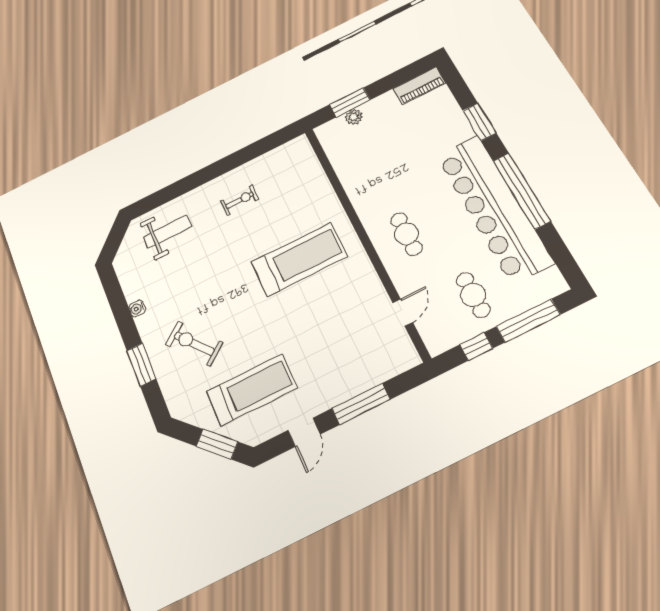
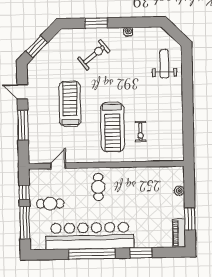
window: (350, 102) -> (190, 219), moved
exercise bike: (240, 200) -> (140, 132), moved
weight bench: (167, 232) -> (164, 64), turned 180
cafe table: (406, 234) -> (98, 187), turned 90
door: (403, 313) -> (58, 166), swing flipped
treadmill: (252, 390) -> (70, 104), moved, turned 180

